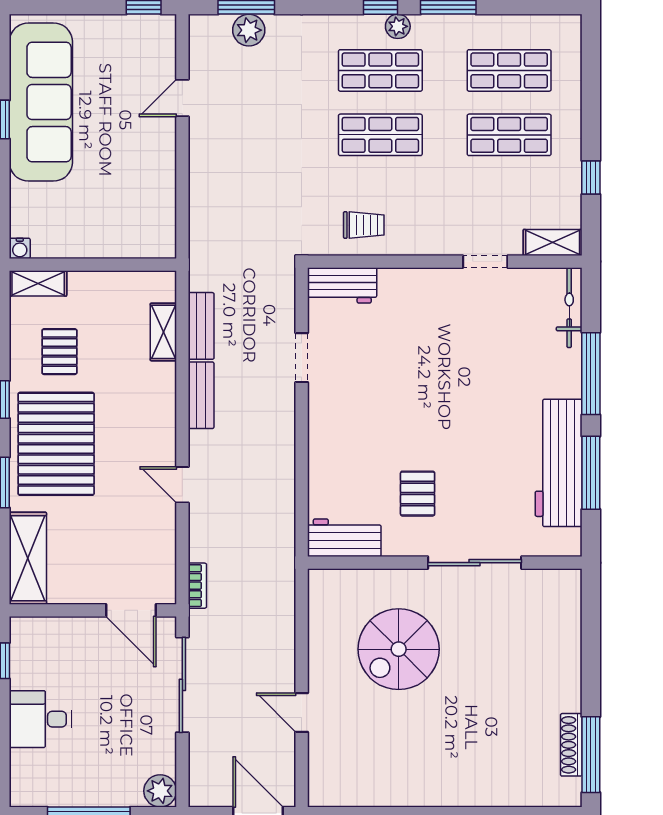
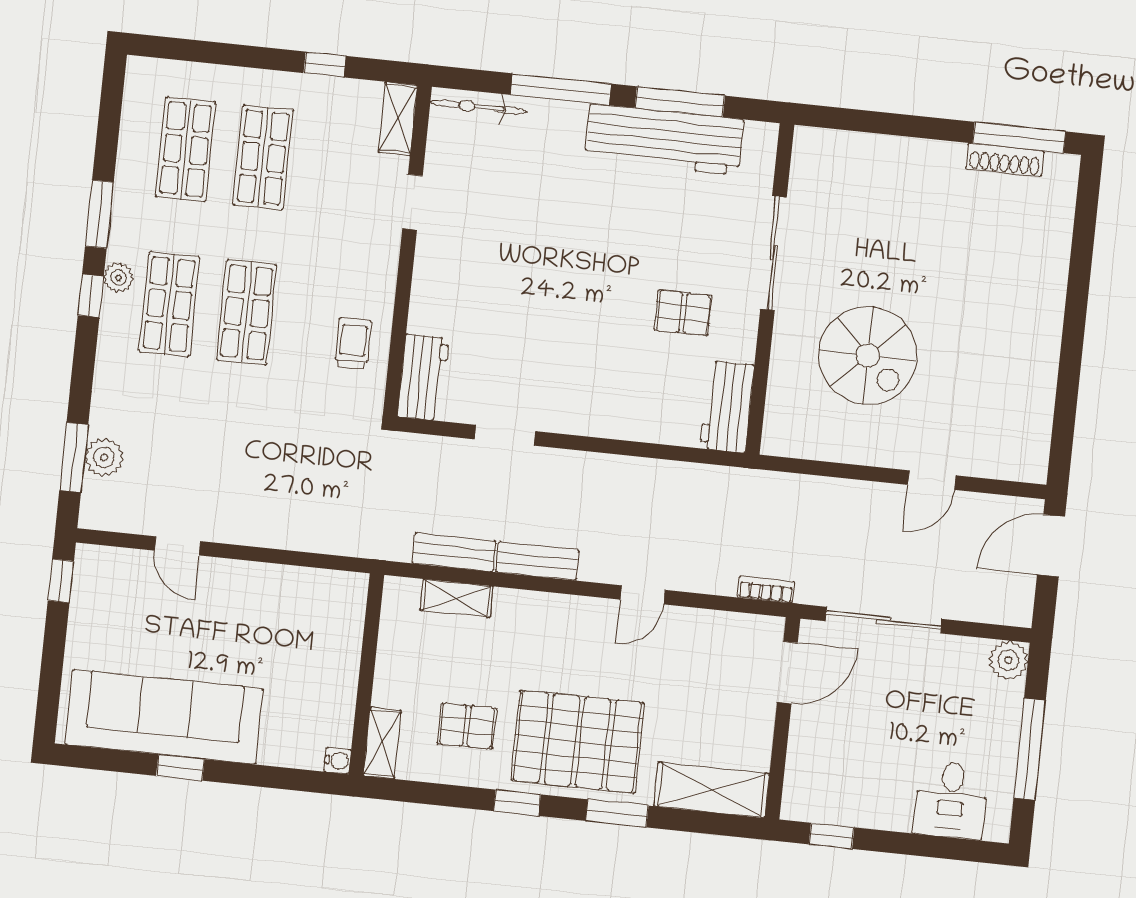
desk: (40, 719) -> (951, 800), moved

